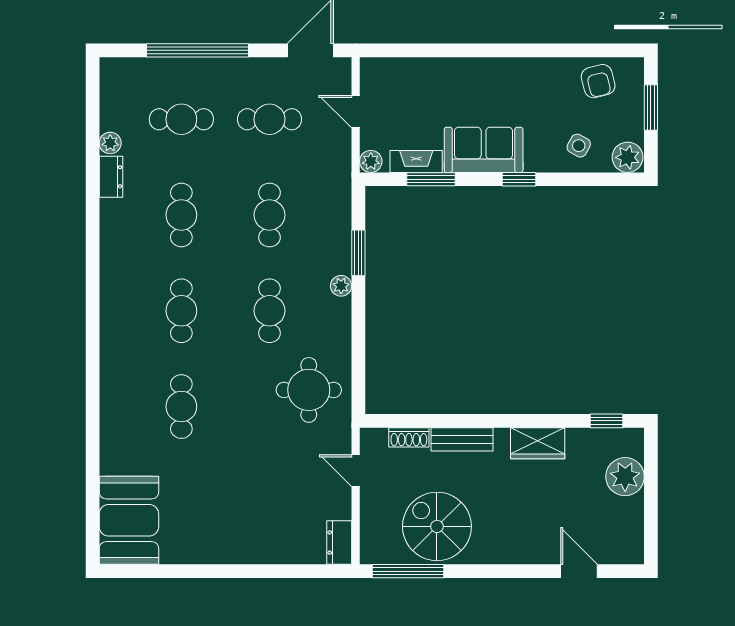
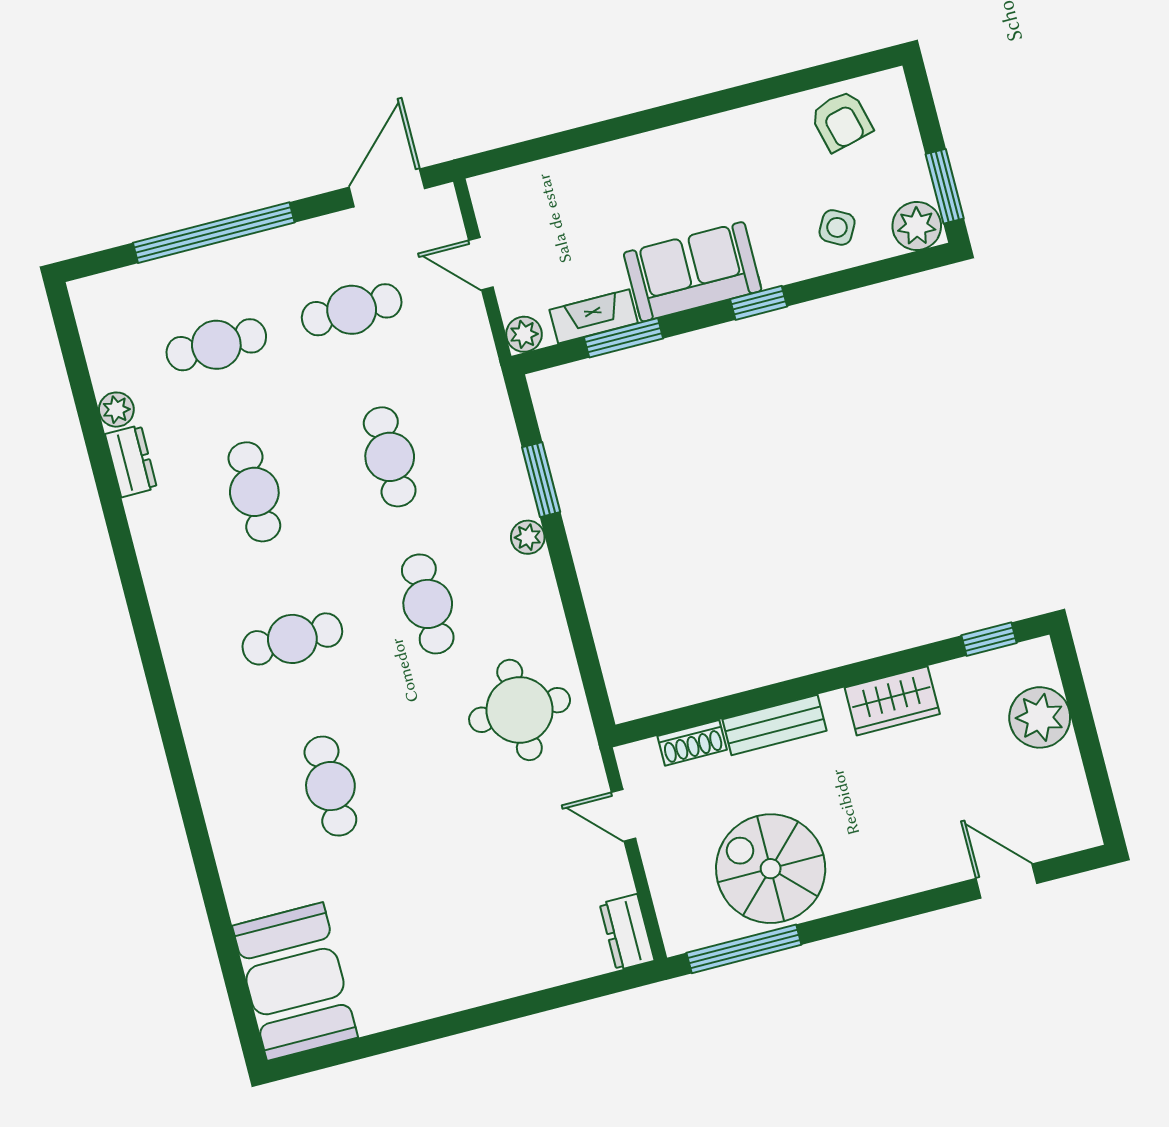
window: (651, 107) -> (945, 186), moved
cafe table: (181, 311) -> (292, 639), turned 90

